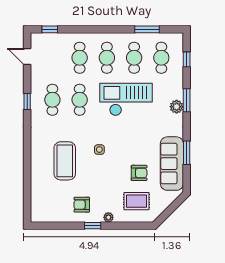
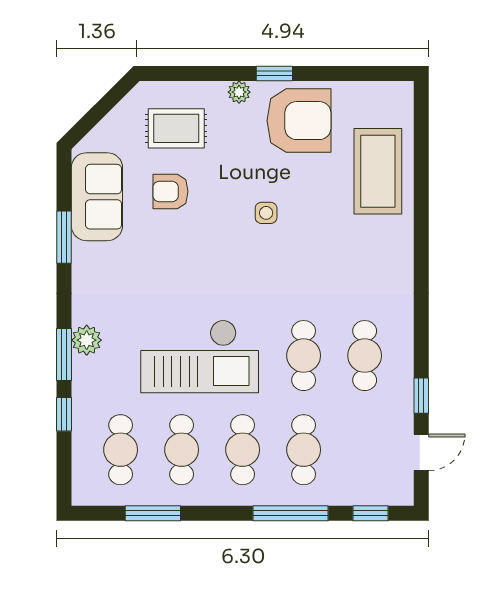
window: (86, 29) -> (290, 513), added
door: (27, 57) -> (421, 452), hinge flipped
window: (187, 59) -> (64, 414), moved
window: (27, 101) -> (421, 396), moved
side table: (99, 150) -> (266, 213), moved
coffee table: (65, 161) -> (378, 171), moved
sofa: (172, 164) -> (97, 197), width x0.73
armchair: (82, 205) -> (299, 121), width x1.88, depth x1.88

